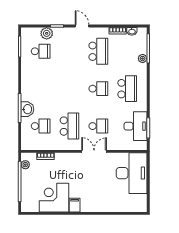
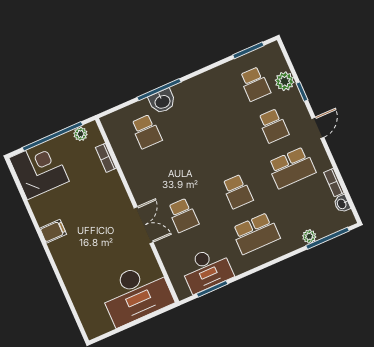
school desk: (69, 126) -> (273, 126), moved, width x0.54
corner desk: (54, 198) -> (39, 170), moved

